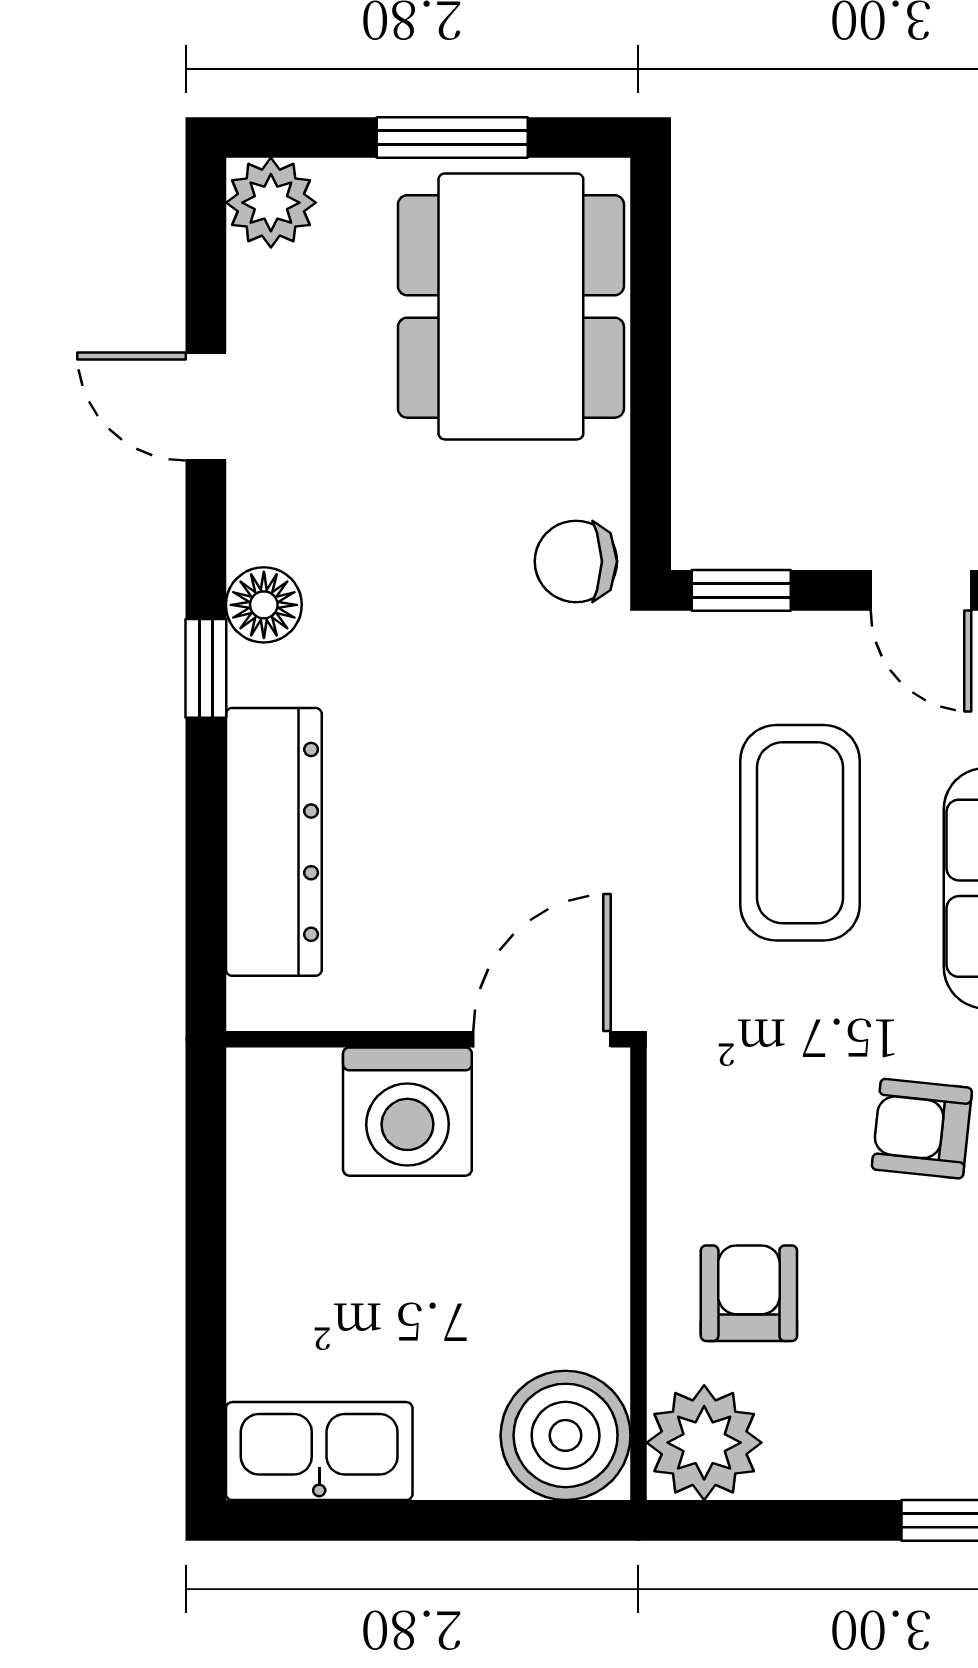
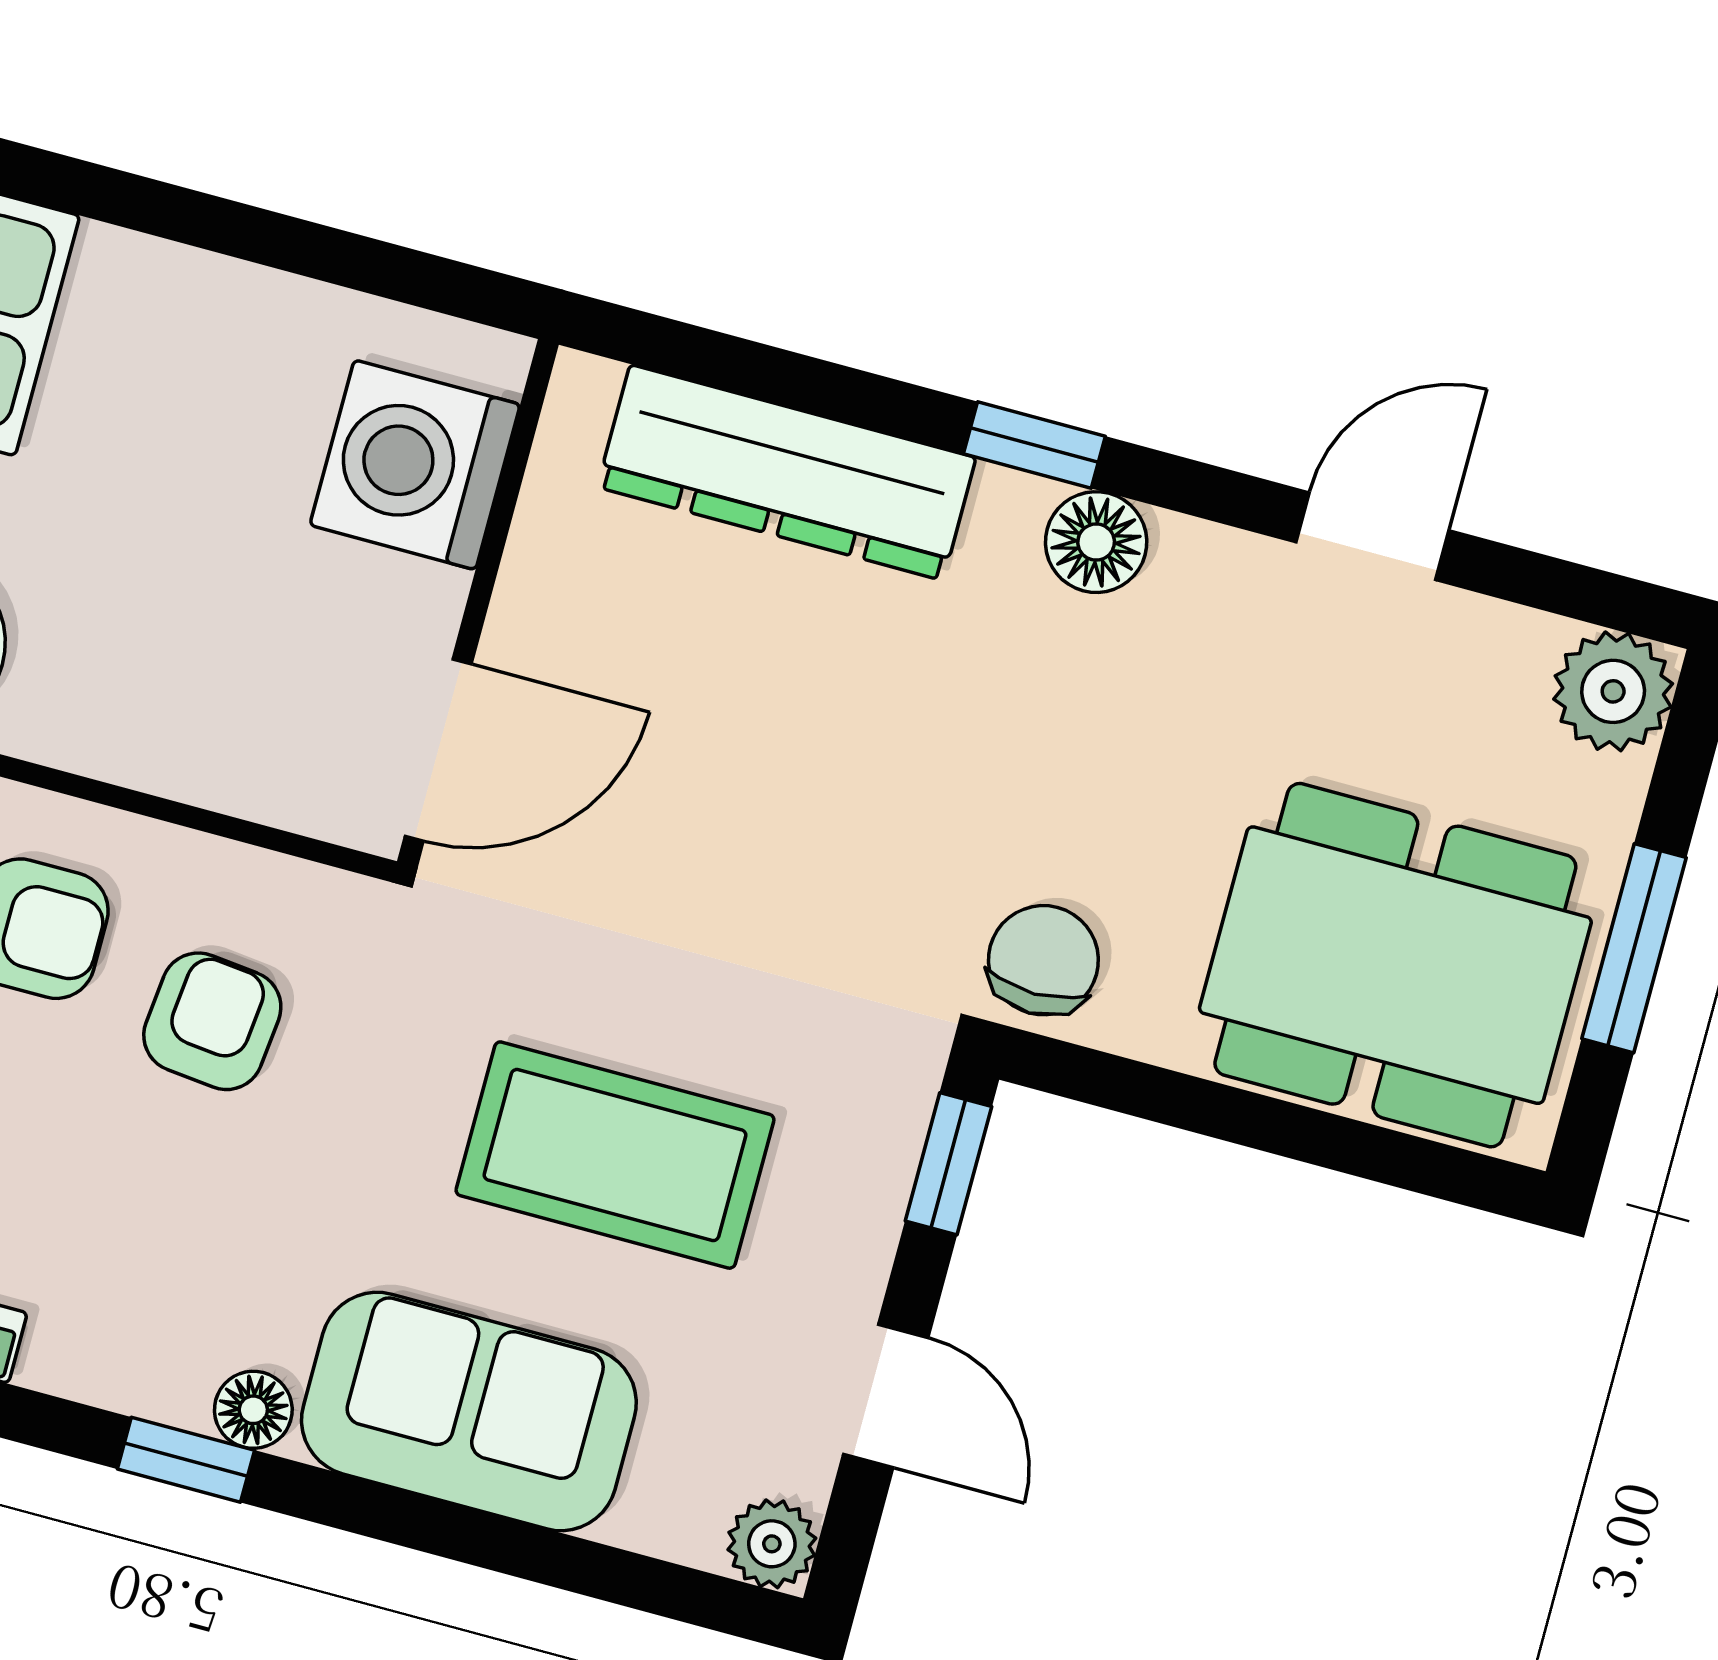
door: (921, 590) -> (886, 1396), swing flipped
door: (542, 1039) -> (438, 750), hinge flipped
washing machine: (407, 1112) -> (415, 465), moved
armchair: (922, 1129) -> (212, 1021), moved

